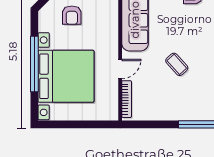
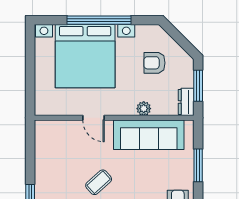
plant: (112, 25) -> (144, 109), added
bookcase: (127, 99) -> (59, 125), removed

